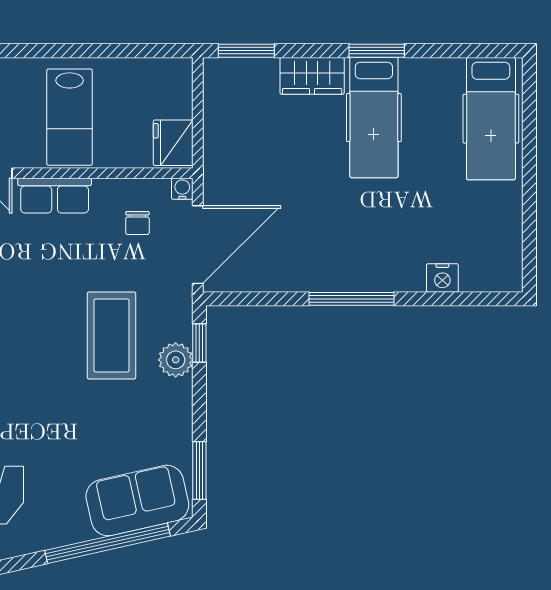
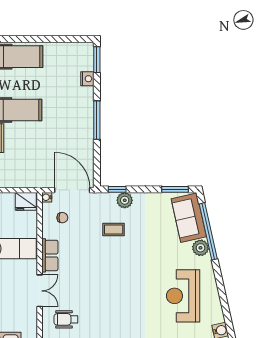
window: (484, 299) -> (97, 60), added
coffee table: (111, 335) -> (114, 230), width x0.54, depth x0.58
plant: (71, 526) -> (201, 248), added

